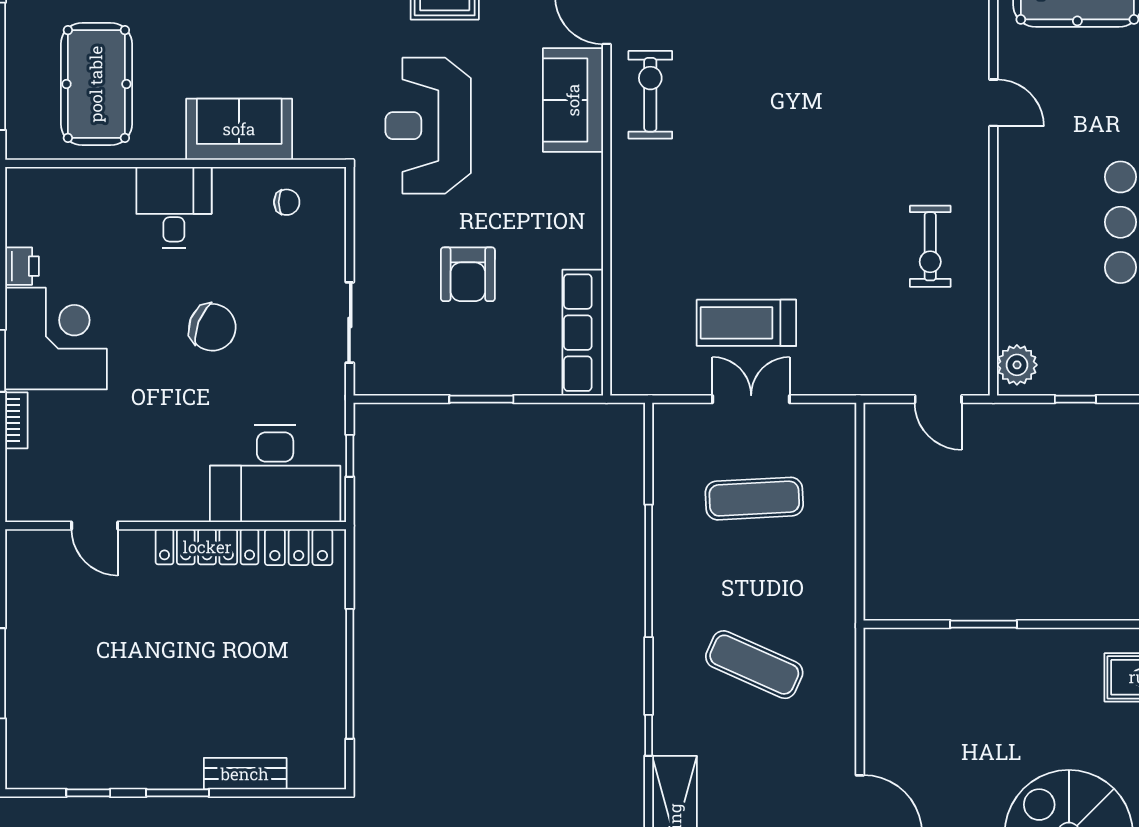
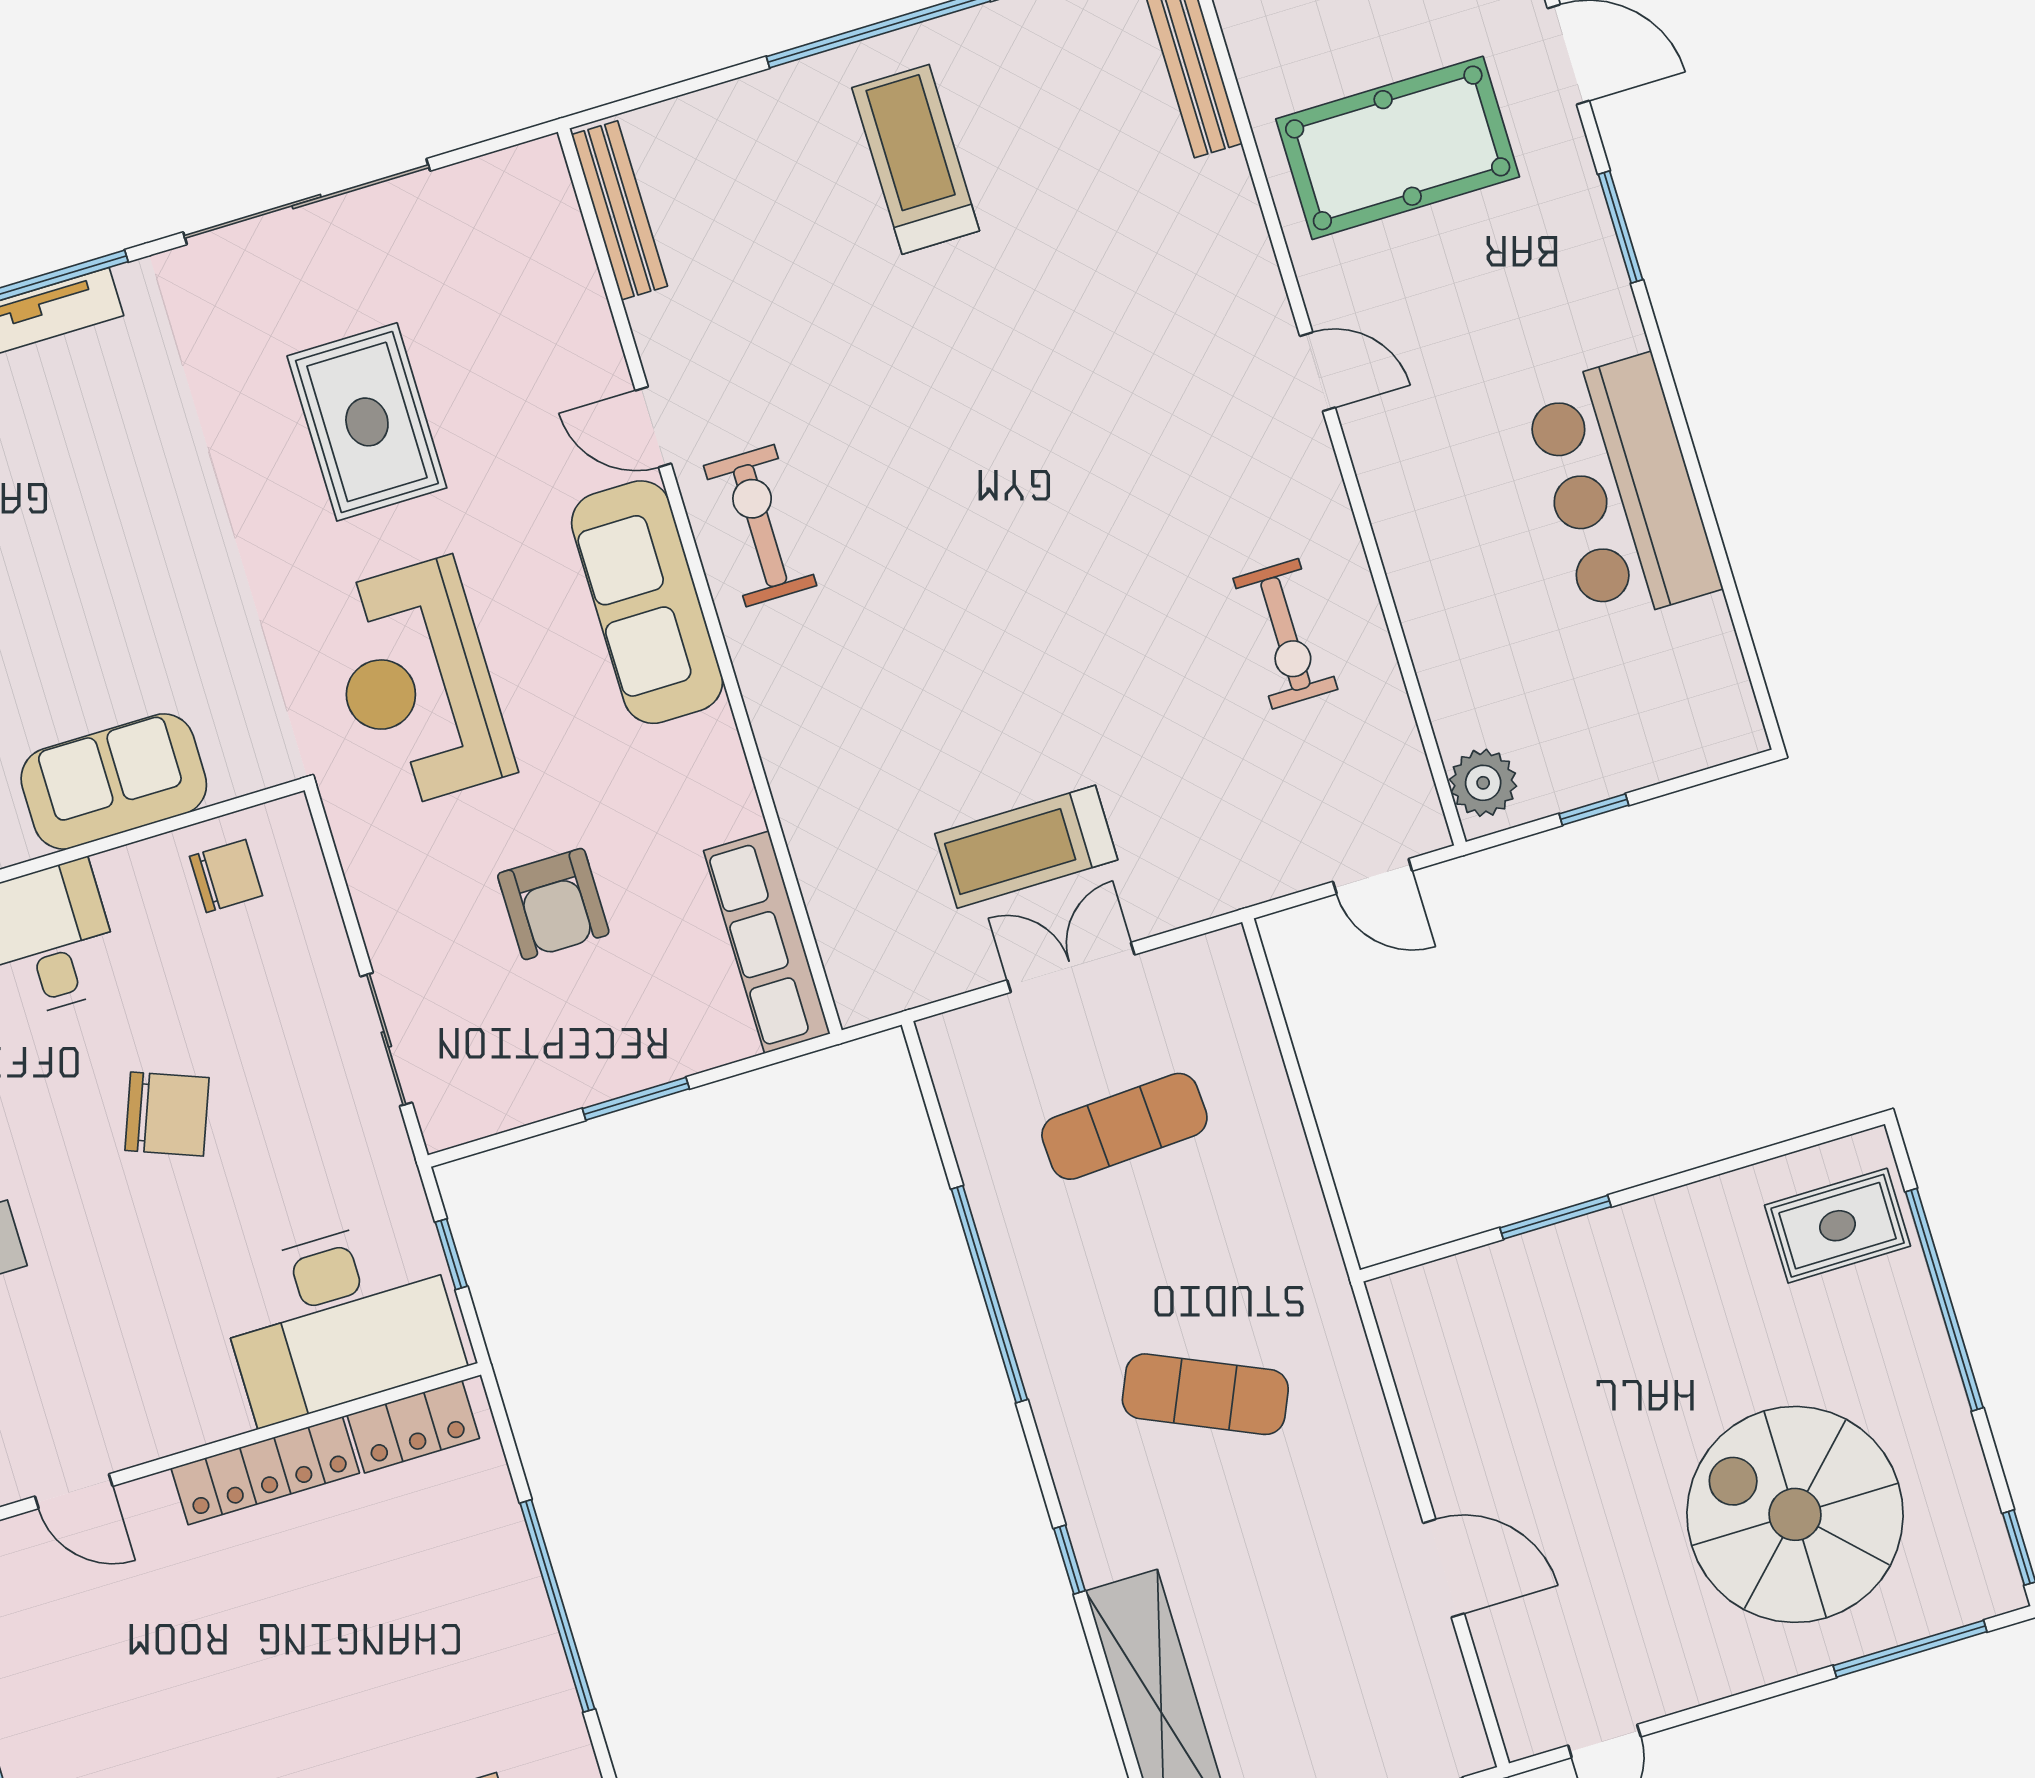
sofa: (573, 100) -> (647, 602), width x1.36
chair: (287, 202) -> (226, 876), width x1.37, depth x1.37

